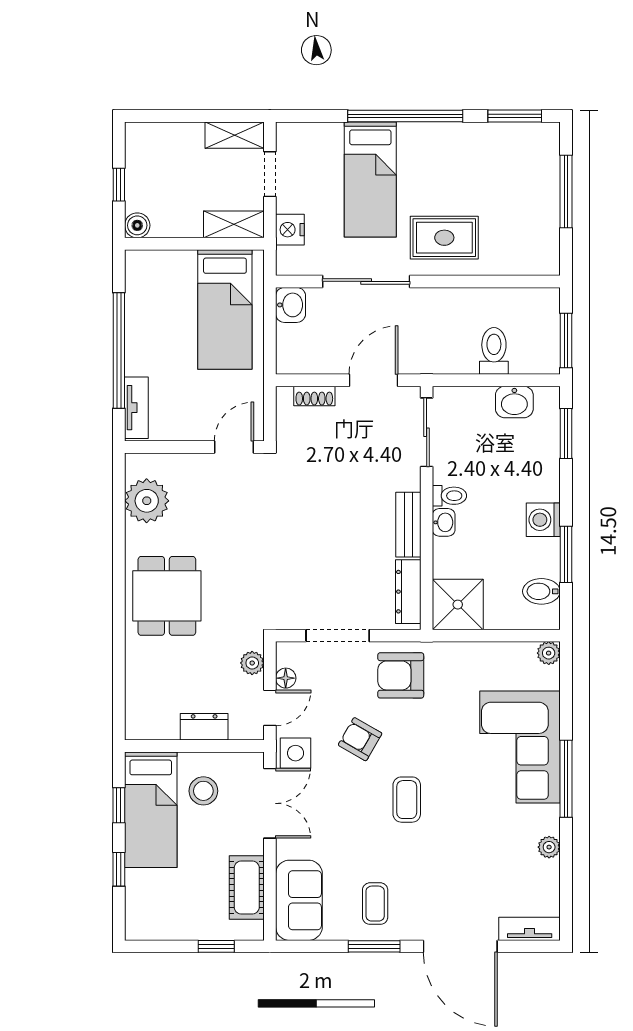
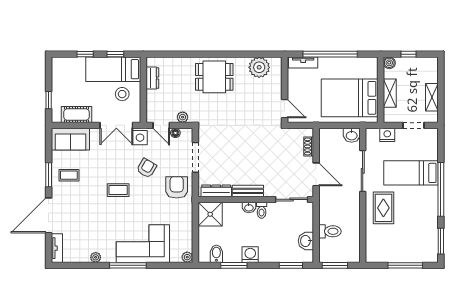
shelving: (235, 135) -> (432, 97), moved
shelving: (234, 224) -> (390, 93), moved
bed: (225, 309) -> (350, 98), width x1.50
dresser: (204, 727) -> (152, 78), moved

